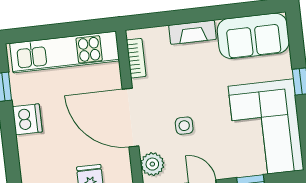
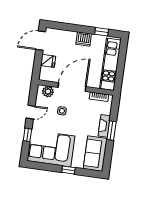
window: (198, 15) -> (112, 131), added

